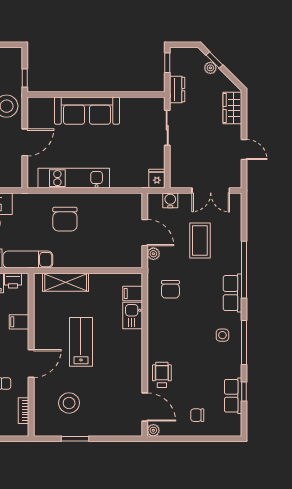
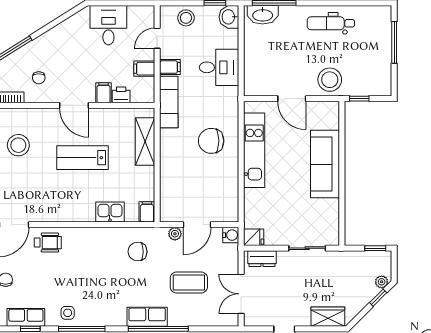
plant: (210, 68) -> (382, 282), moved
dresser: (177, 90) -> (262, 259), moved
water cooler: (170, 200) -> (231, 235), moved
printer: (13, 281) -> (121, 95), moved, turned 90
row of seats: (233, 293) -> (147, 317), moved
filing cabinet: (133, 294) -> (147, 212), moved
side table: (222, 335) -> (68, 313), moved
lab bench: (81, 342) -> (82, 158), turned 180
door: (31, 363) -> (74, 105), moved

